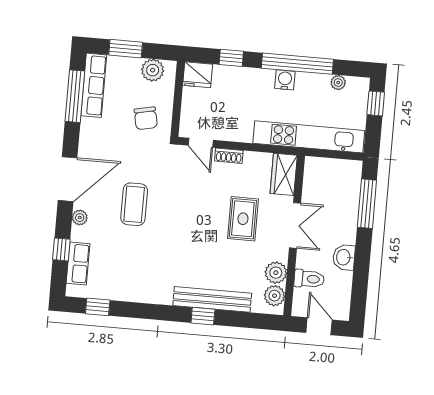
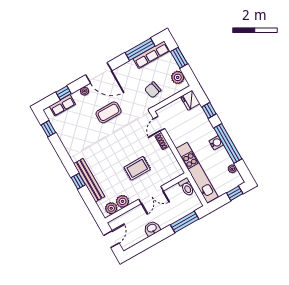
wardrobe: (284, 174) -> (171, 173), removed
toilet: (309, 279) -> (187, 187), moved

